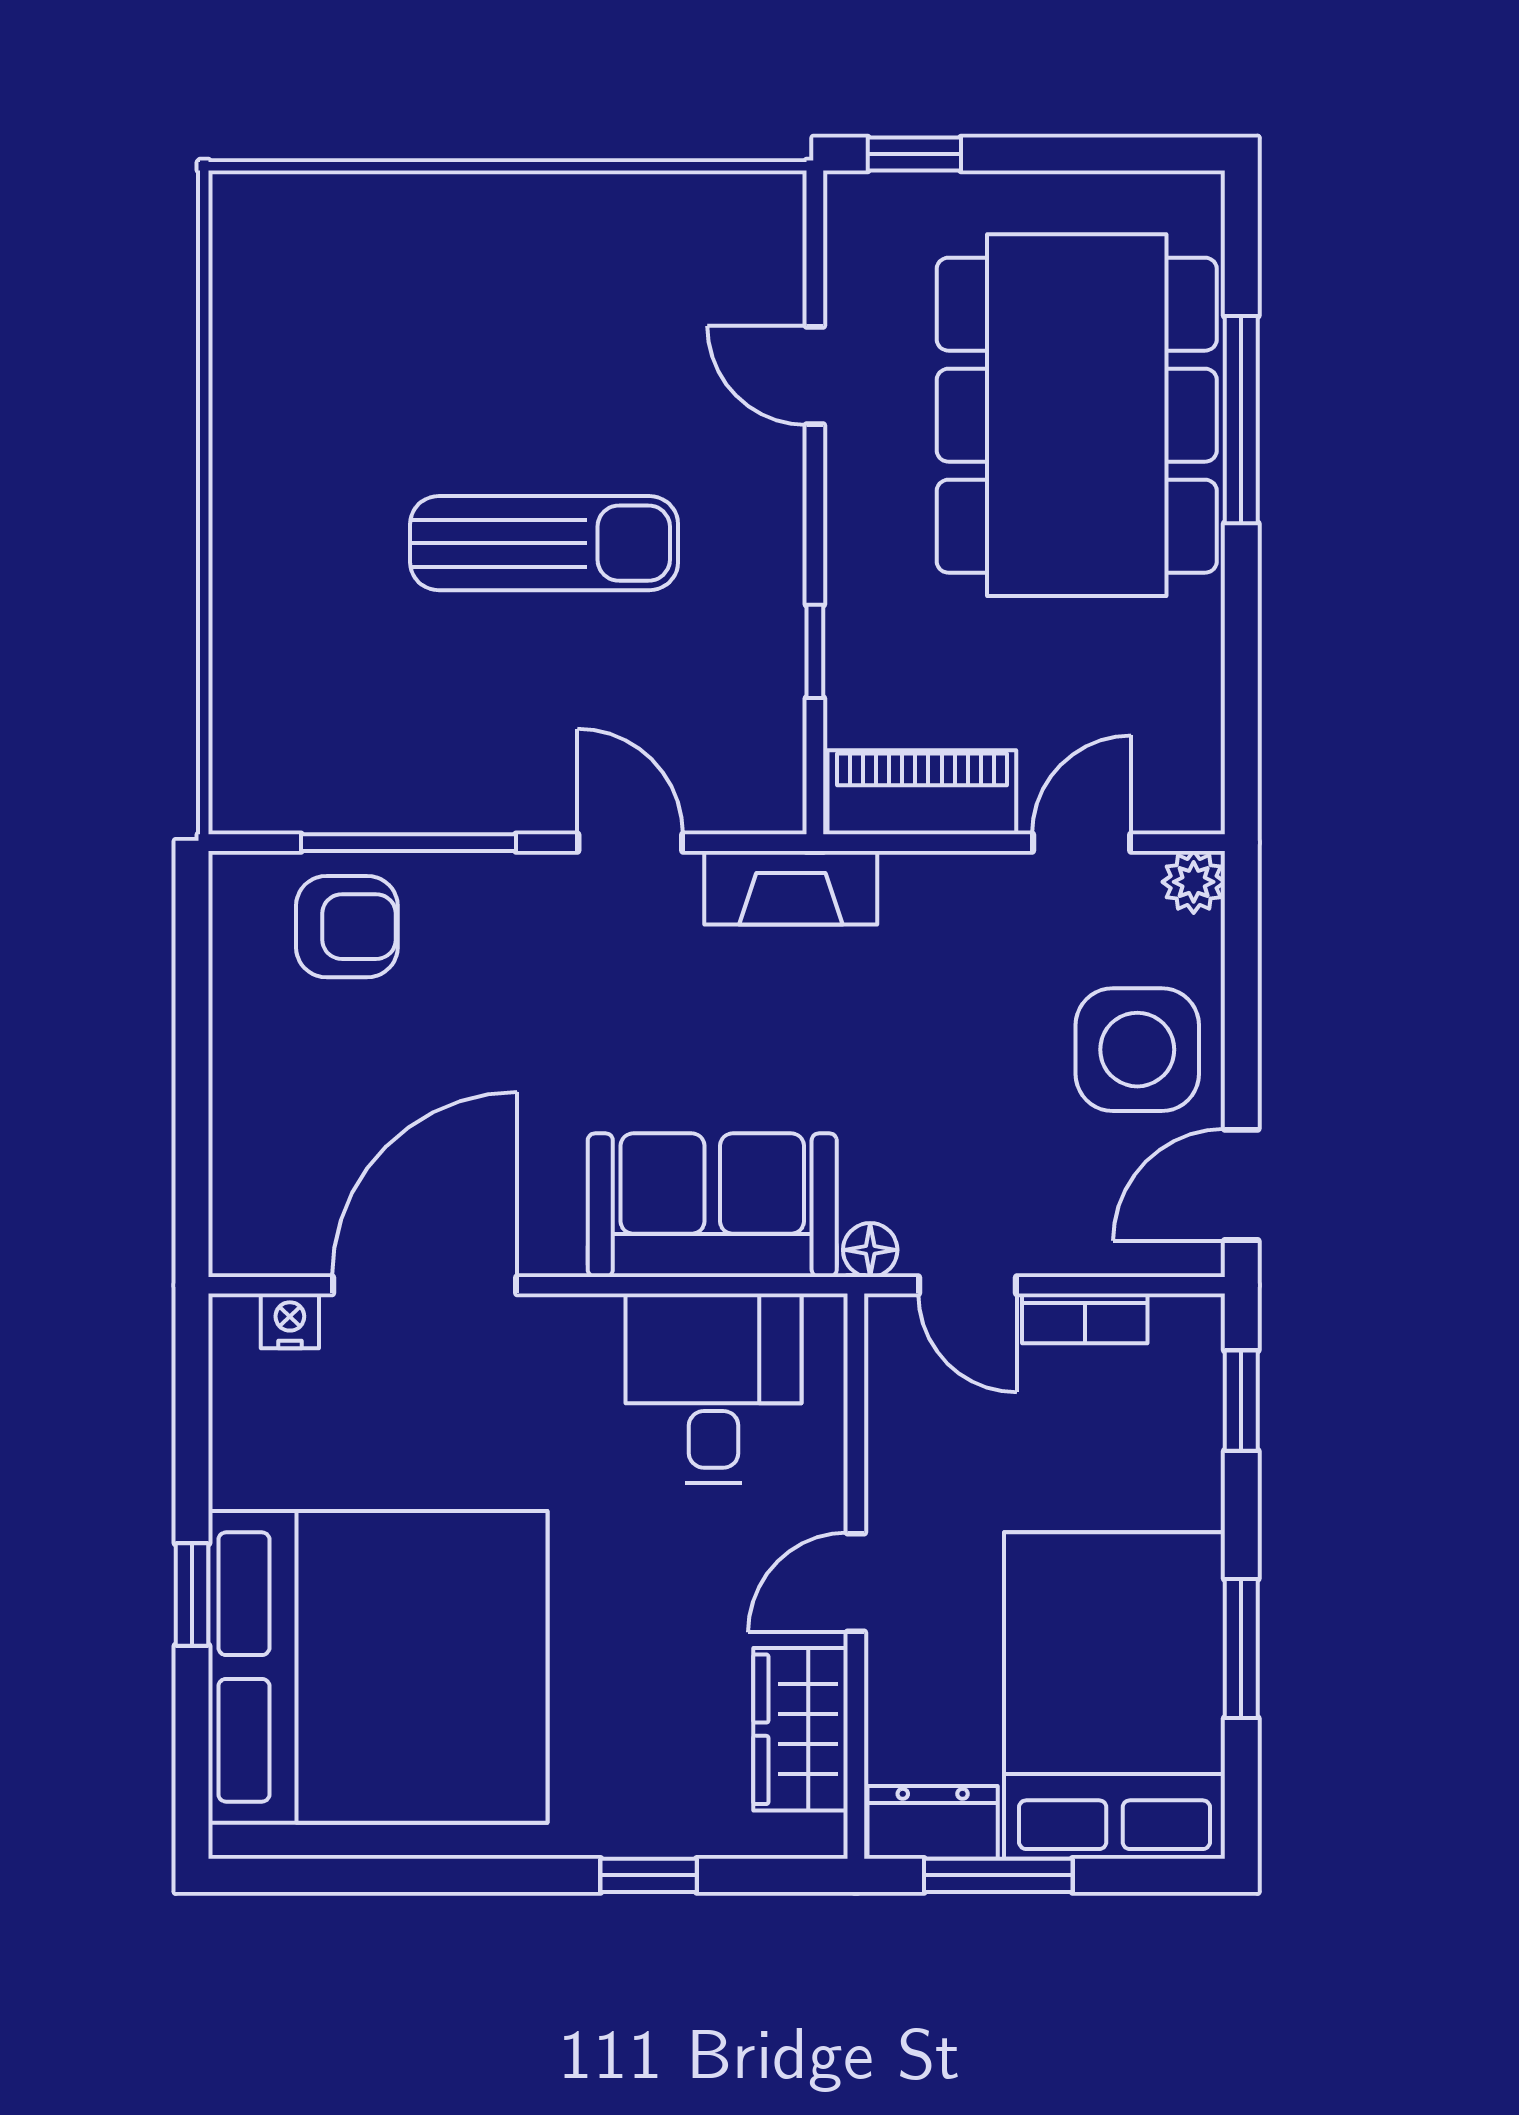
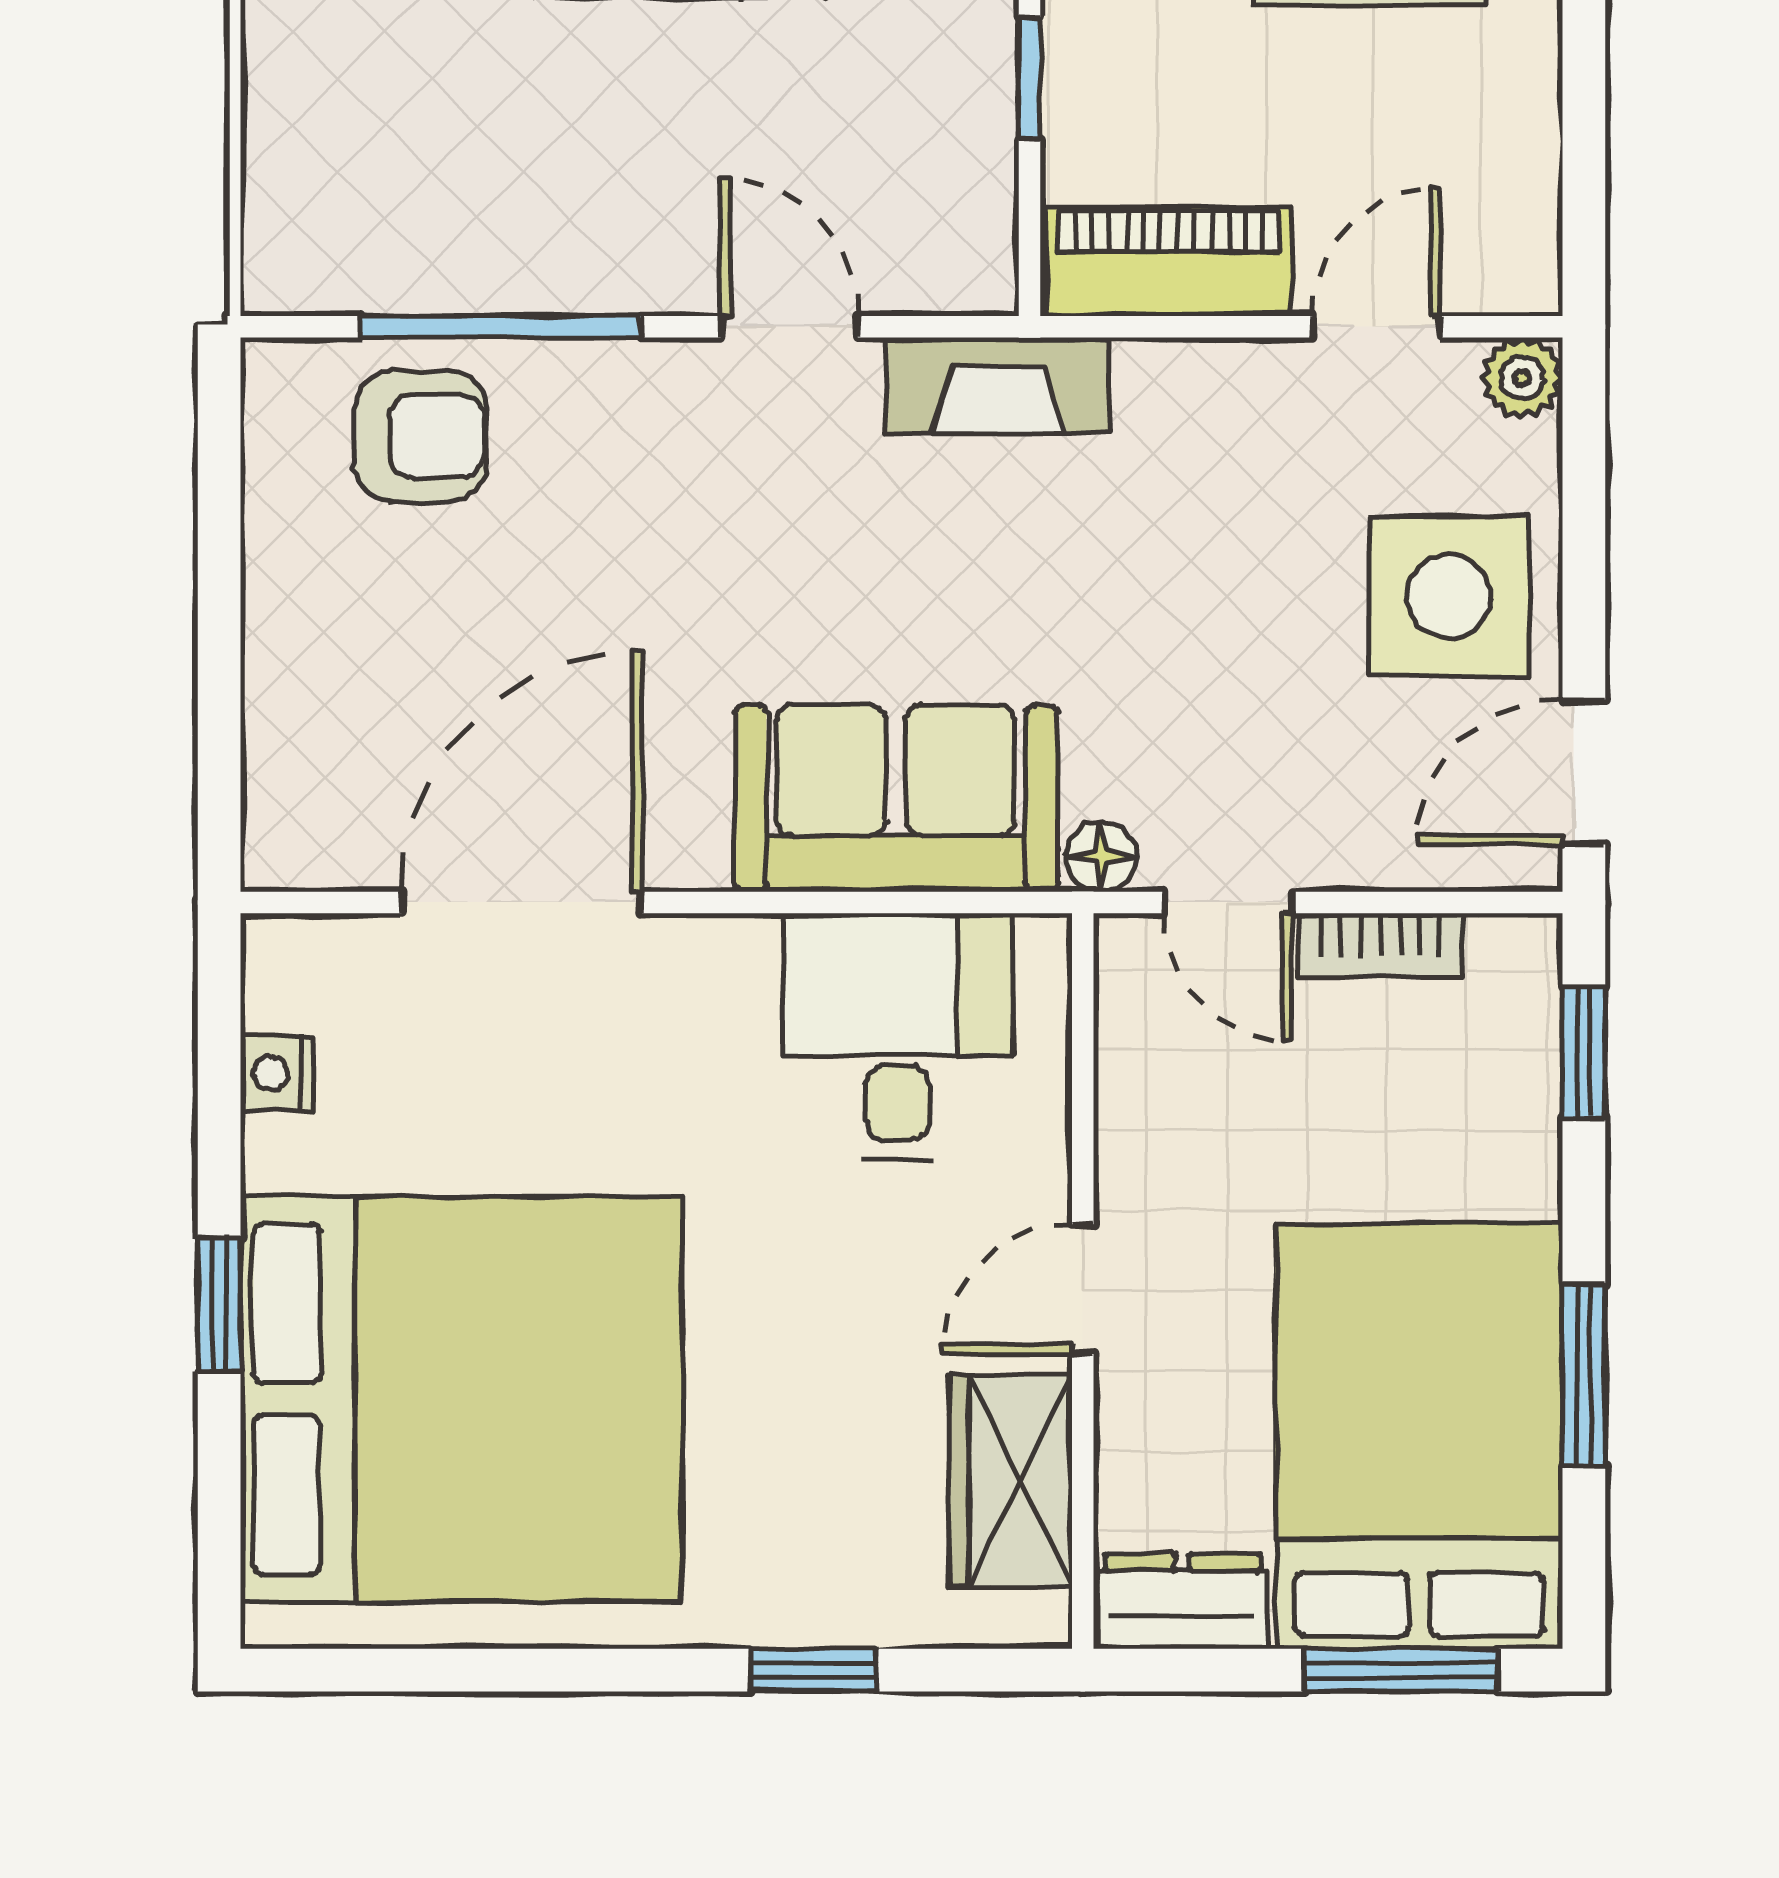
nightstand: (290, 1321) -> (276, 1073), moved, turned -90
window: (998, 1875) -> (1401, 1670), moved

